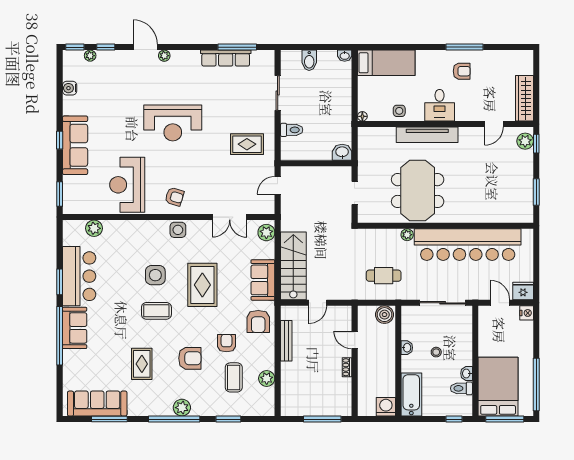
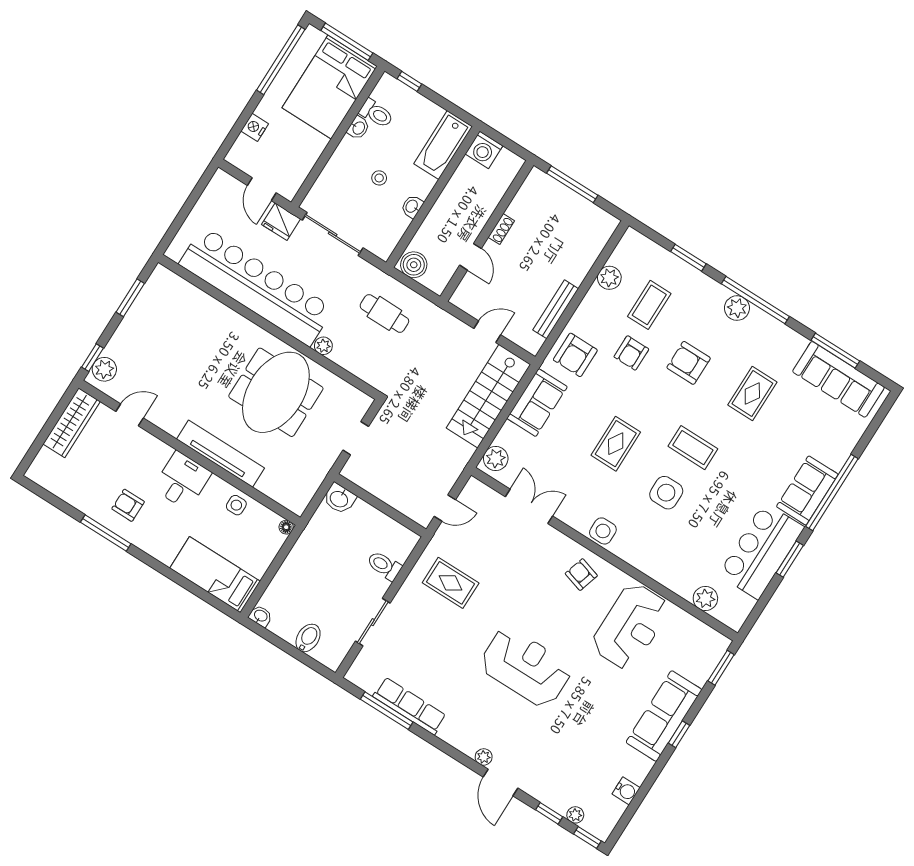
rug: (202, 285) -> (616, 444), width x0.73, depth x0.70
fridge: (523, 291) -> (281, 222), moved
nightstand: (527, 313) -> (255, 127), moved
armchair: (258, 321) -> (575, 355), turned 180

